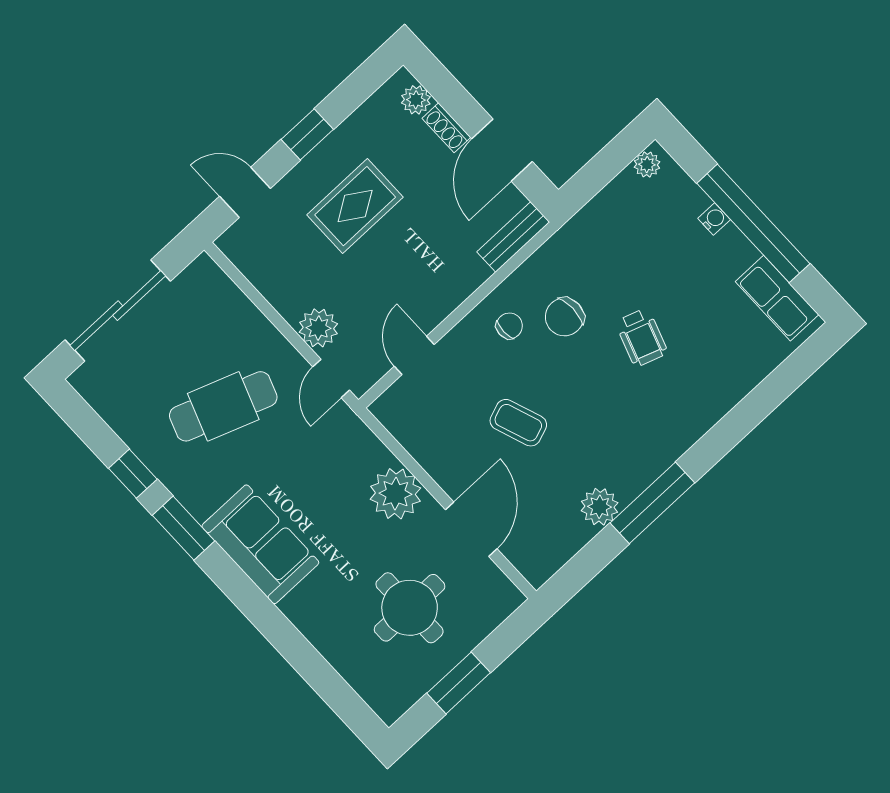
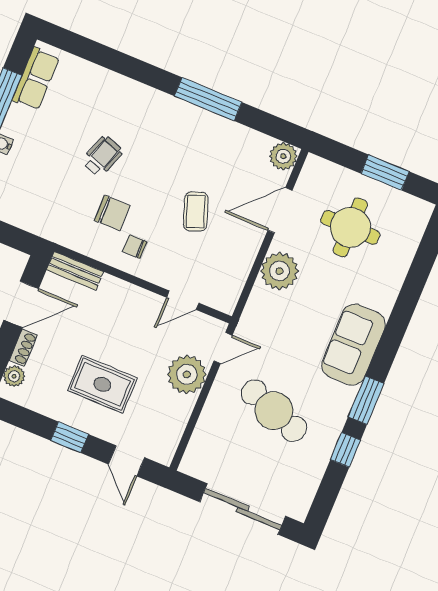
plant: (318, 328) -> (187, 374), width x1.36, depth x1.36
plant: (600, 507) -> (283, 156), moved

